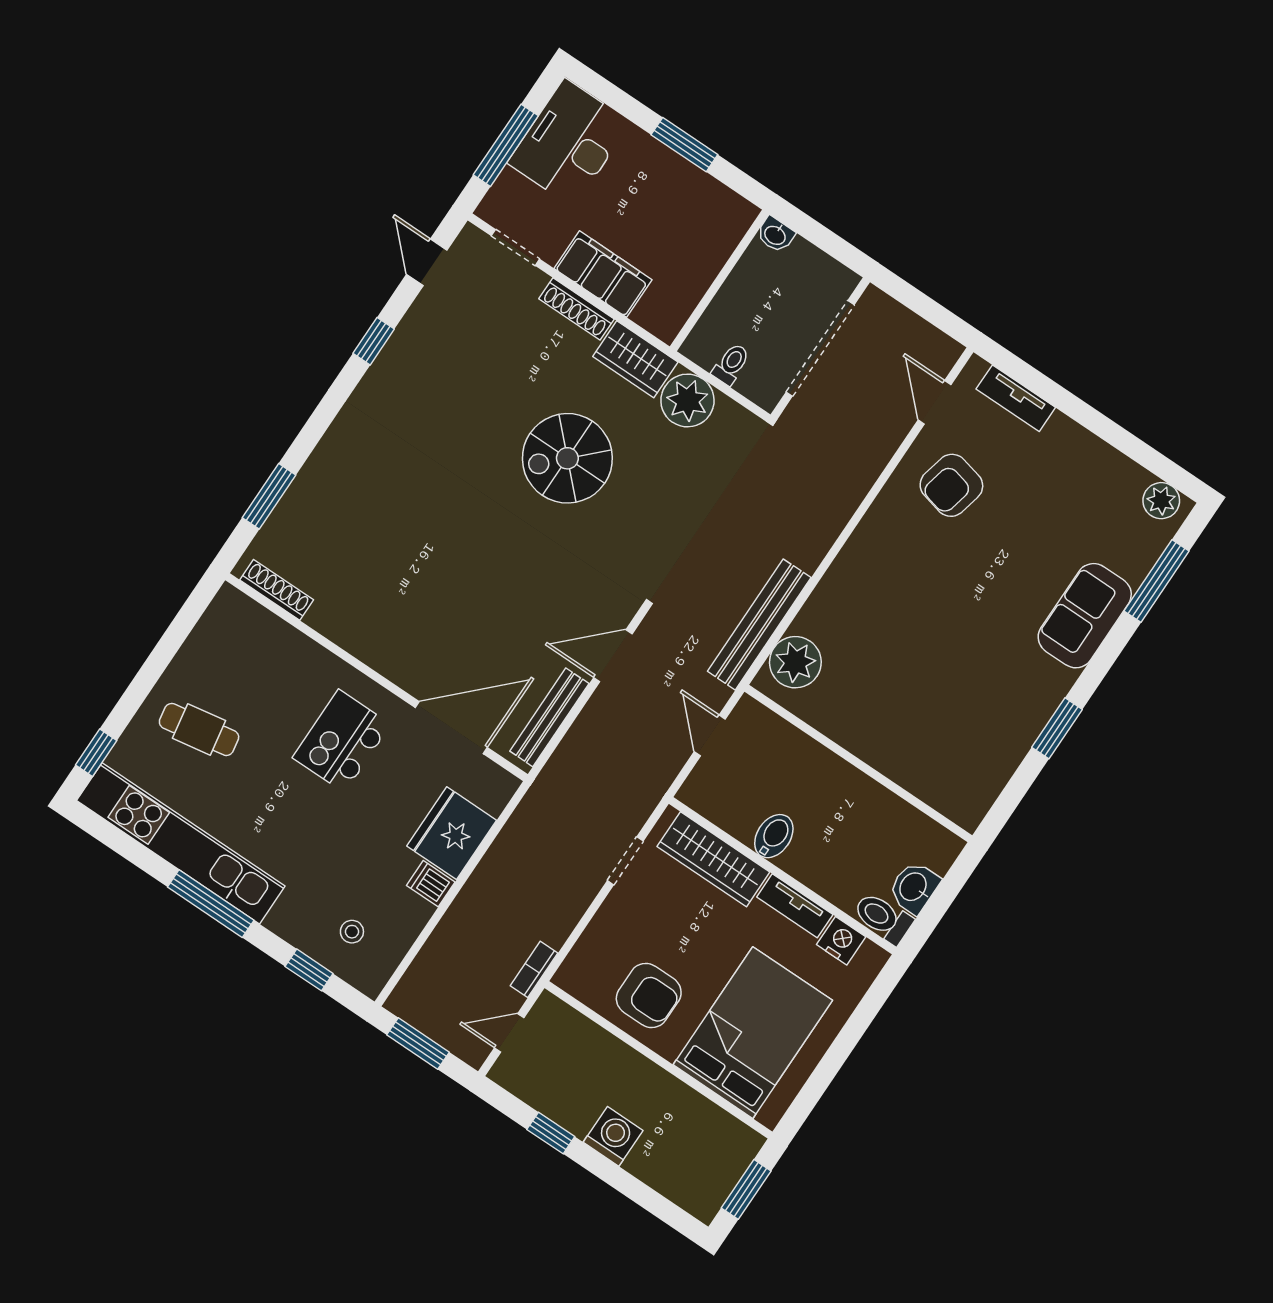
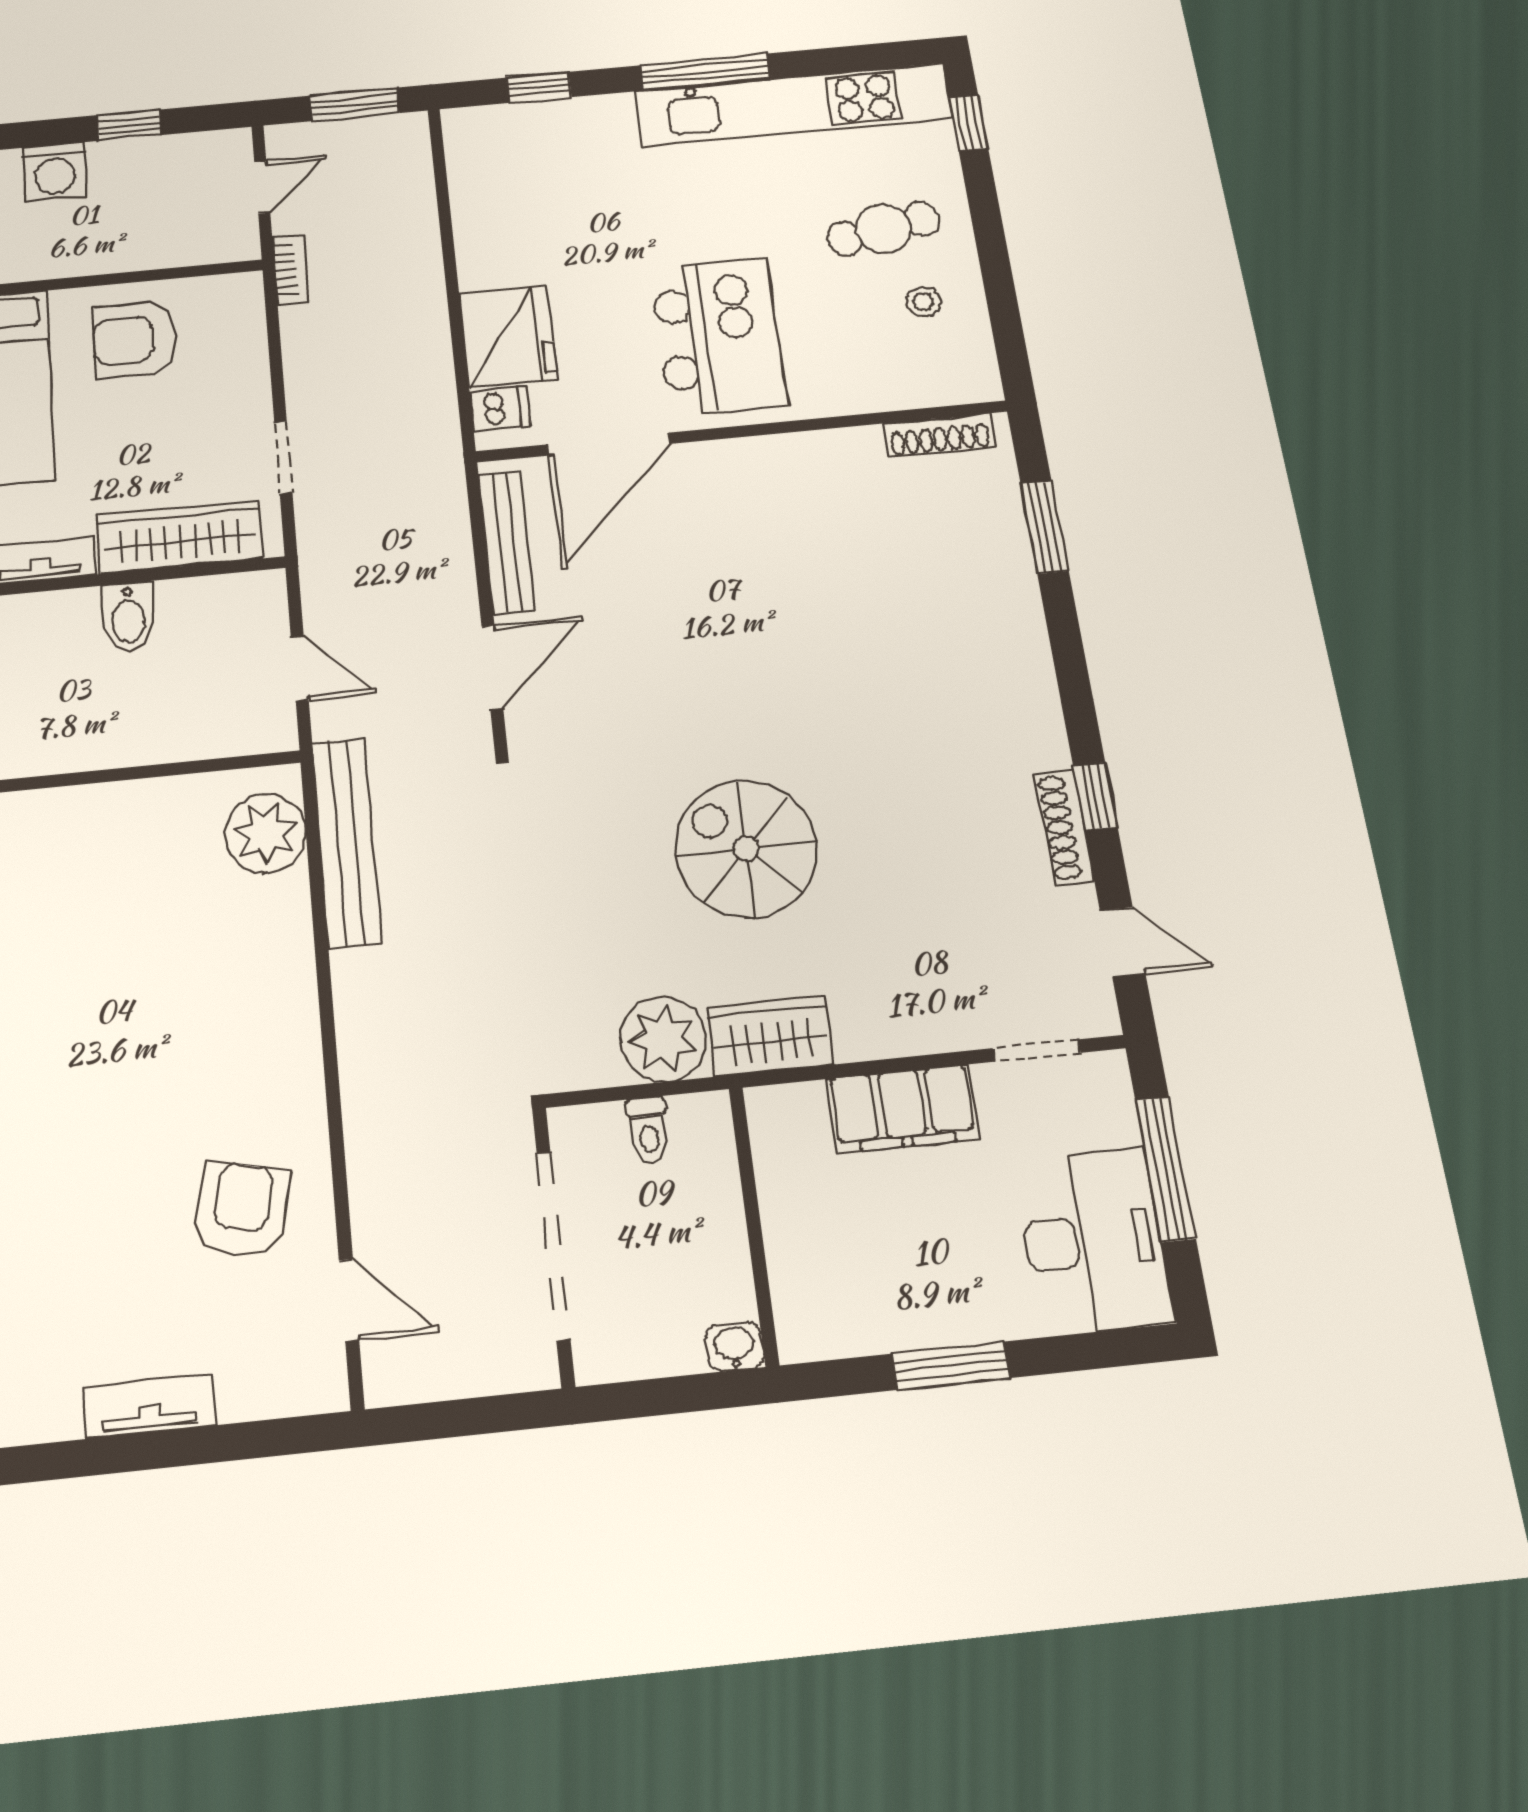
shoe rack: (577, 309) -> (1064, 827), moved, turned -90
tv unit: (1016, 398) -> (149, 1406), moved
spiral stairs: (567, 458) -> (746, 849), turned -90
kitchen island: (341, 741) -> (718, 336), width x1.37, depth x1.28
dishwasher: (431, 884) -> (500, 409), moved
stool: (352, 932) -> (923, 302), moved

